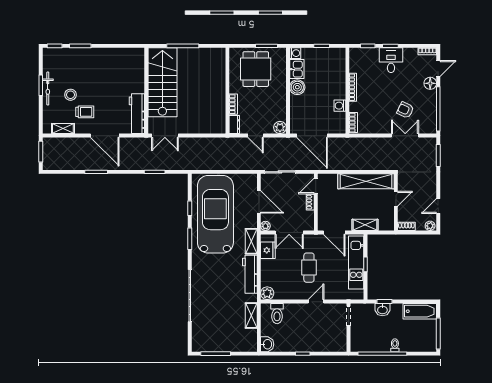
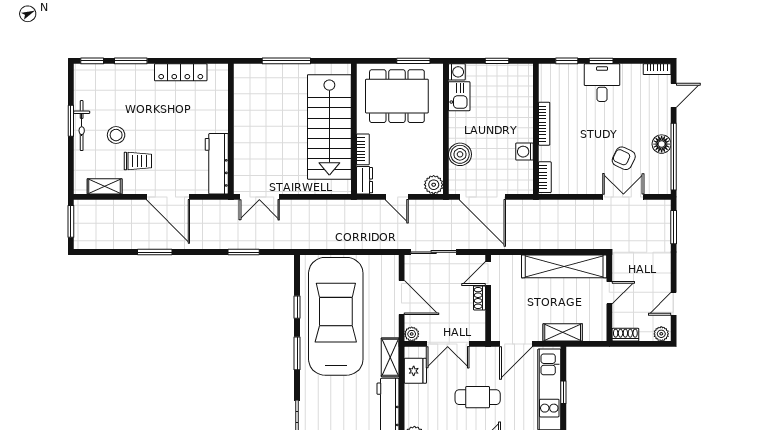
locker: (113, 53) -> (181, 72), added
dining table: (256, 69) -> (397, 96), width x1.38
stairs: (162, 82) -> (329, 127), moved, turned 180
floor lamp: (430, 83) -> (662, 144), moved
boiler: (297, 87) -> (460, 154), moved
door: (334, 232) -> (516, 344), hinge flipped
cafe table: (309, 268) -> (478, 397), turned 90

